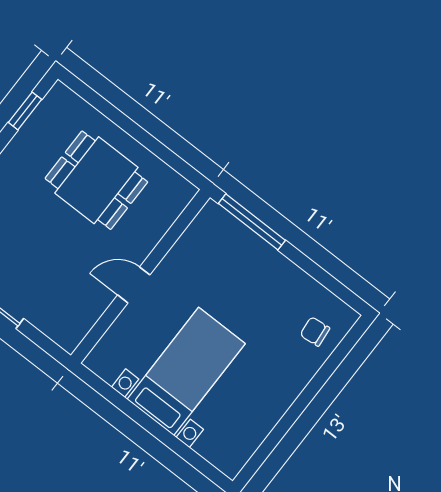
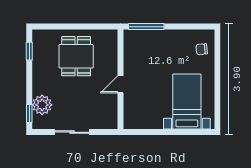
dining table: (96, 180) -> (76, 56), turned 90
bed with nightstands: (186, 371) -> (187, 102), moved

